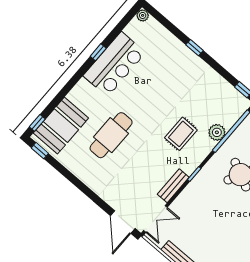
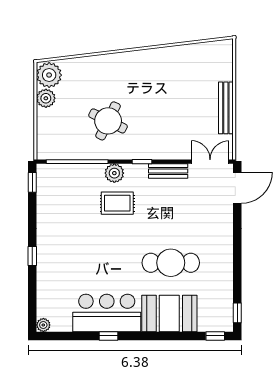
booth: (61, 126) -> (169, 313), moved
plant: (217, 132) -> (114, 173), moved

